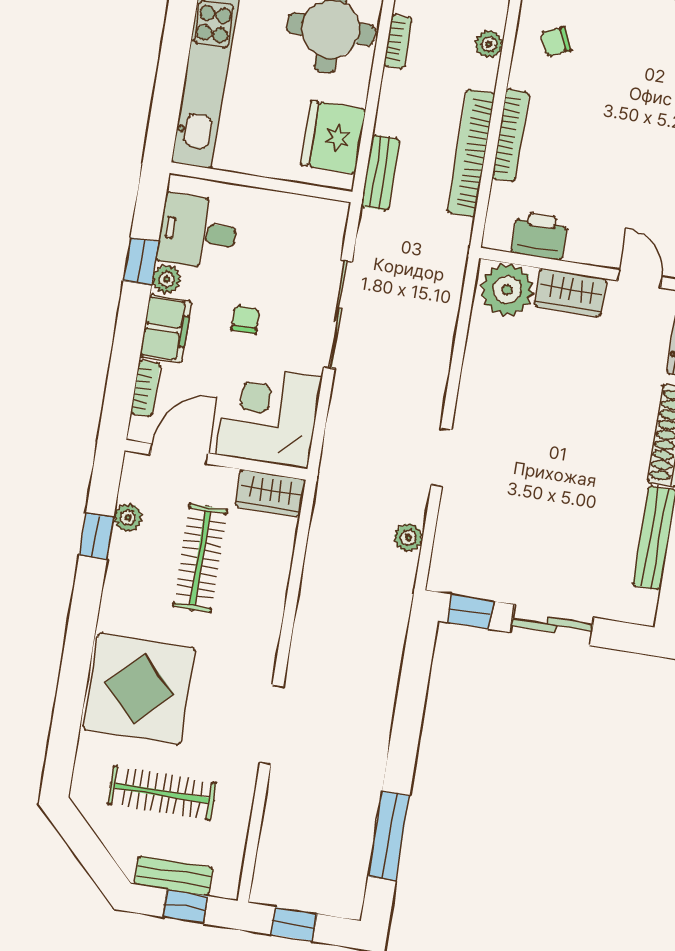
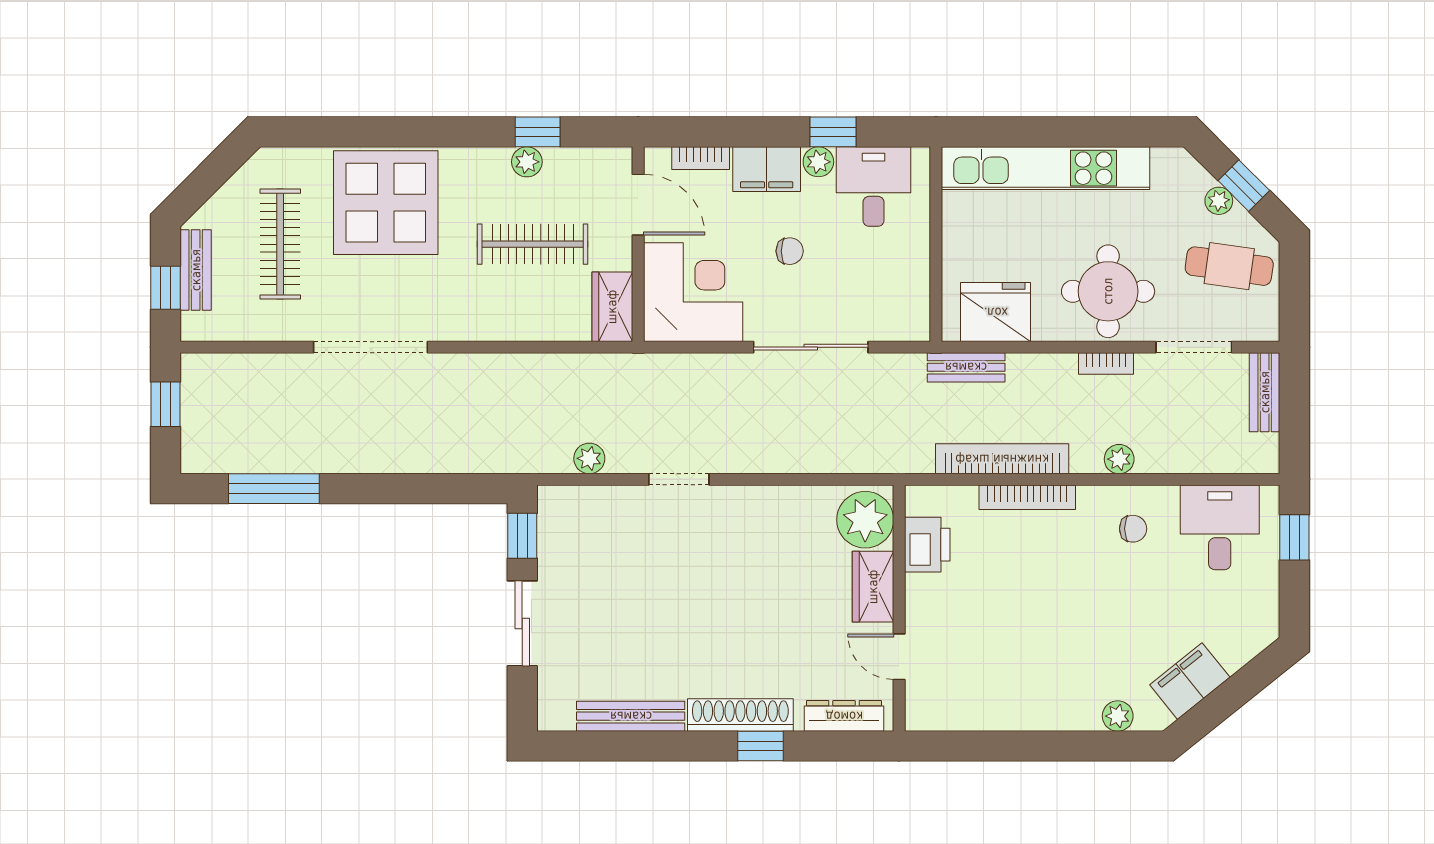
chair: (556, 42) -> (1133, 529), turned 114
door: (640, 279) -> (899, 657), swing flipped
plant: (128, 518) -> (527, 162), moved
doorway: (272, 724) -> (371, 347), width x1.36

